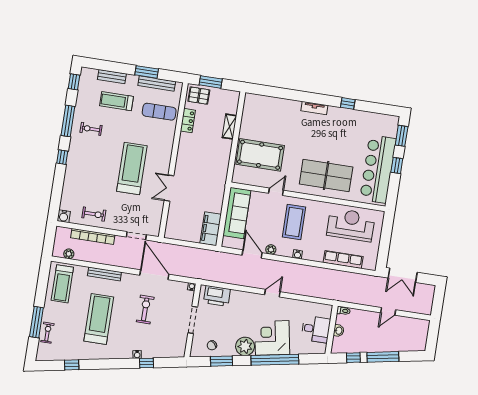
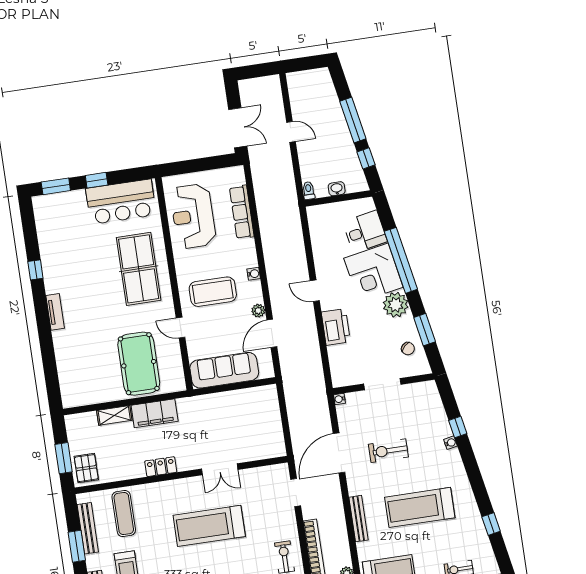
locker: (188, 121) -> (161, 467), moved
bar counter: (378, 169) -> (121, 202), width x0.73
filing cabinet: (211, 229) -> (155, 413), moved
printer: (217, 296) -> (336, 327), moved
desk: (316, 329) -> (365, 232), moved, turned 80

